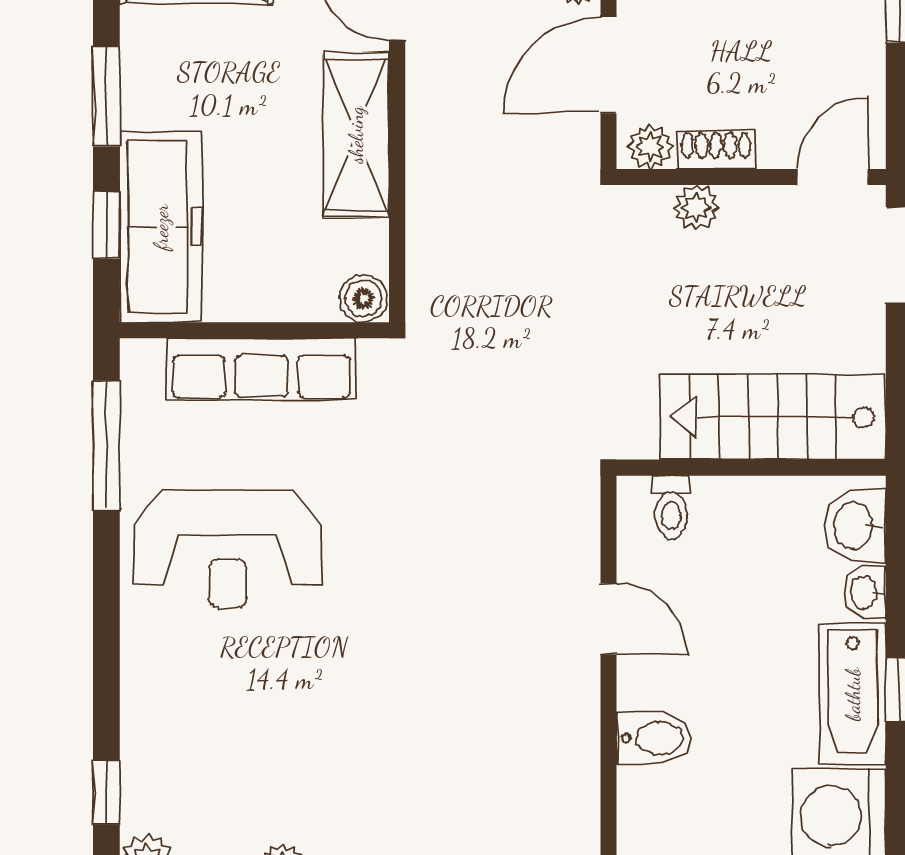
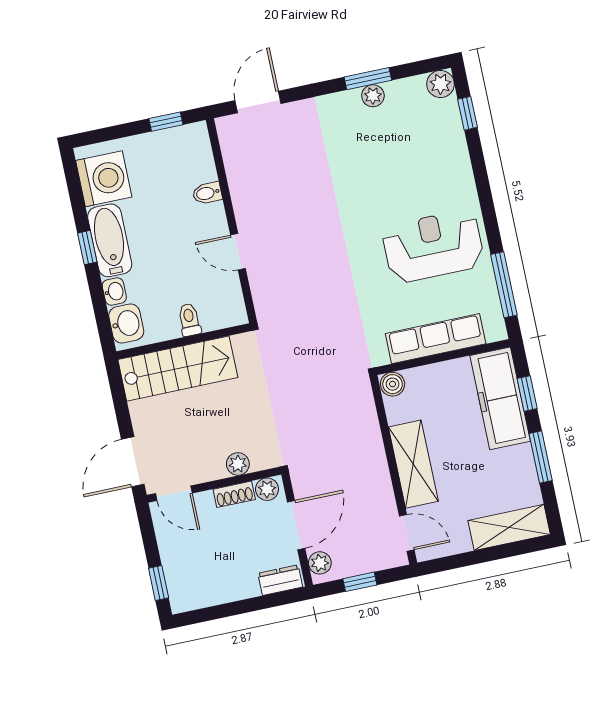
door: (833, 177) -> (174, 493), hinge flipped
toilet: (671, 507) -> (189, 320), moved
bidet: (654, 738) -> (207, 193), width x0.72, depth x0.74

